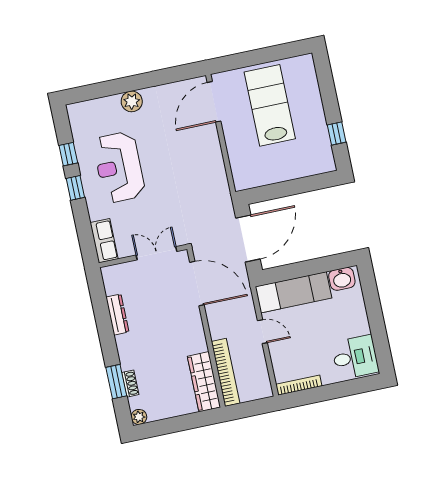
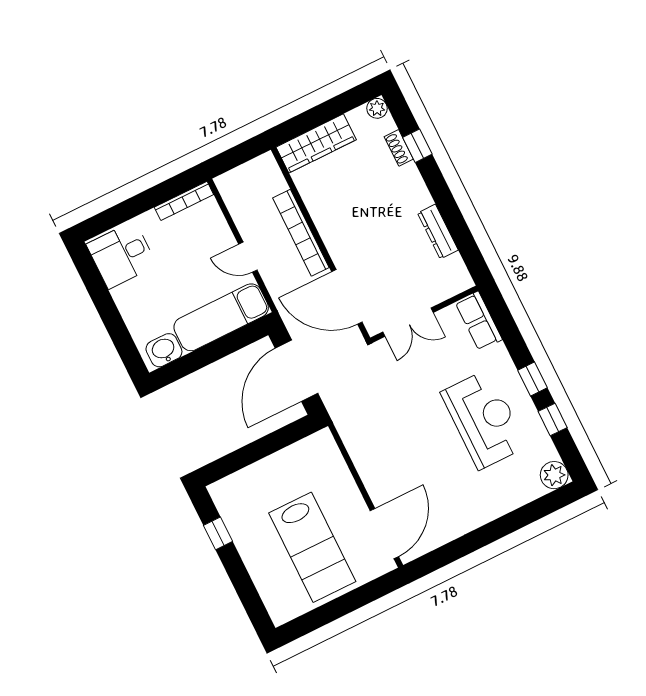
plant: (132, 101) -> (554, 475), moved
bookcase: (226, 372) -> (301, 233), moved
window: (116, 382) -> (417, 146), width x0.67
wardrobe: (204, 382) -> (316, 143), moved, turned 90

